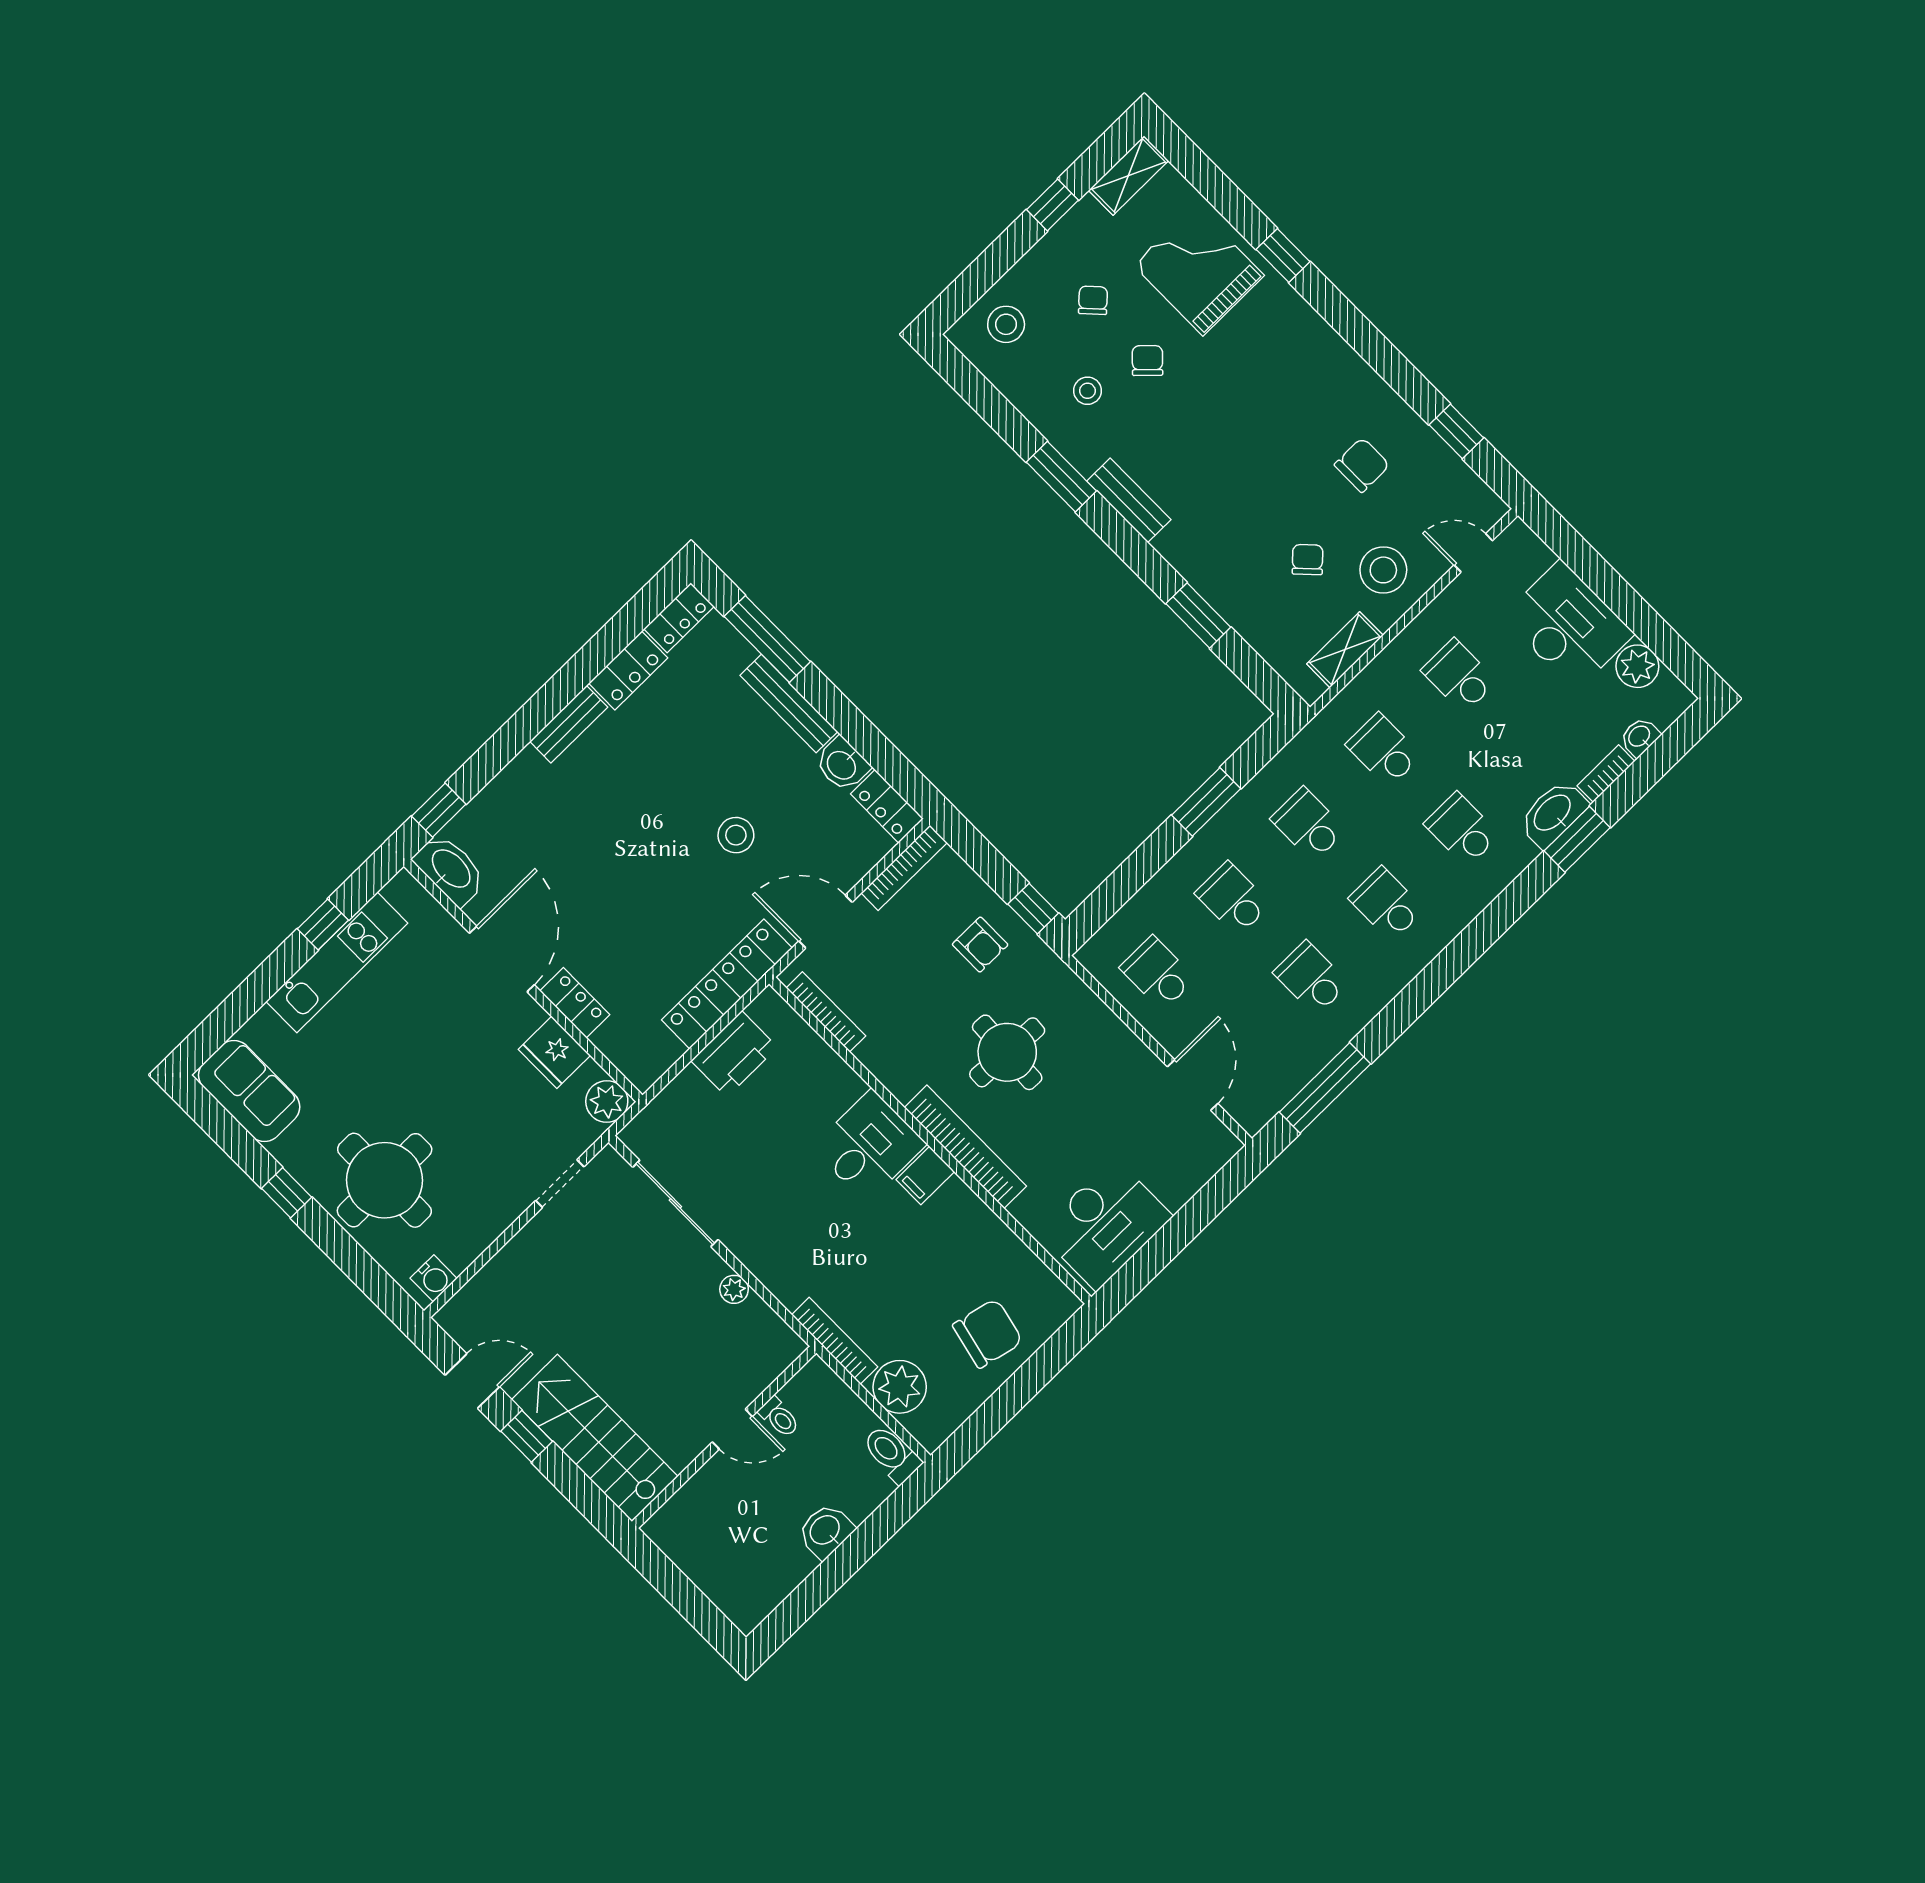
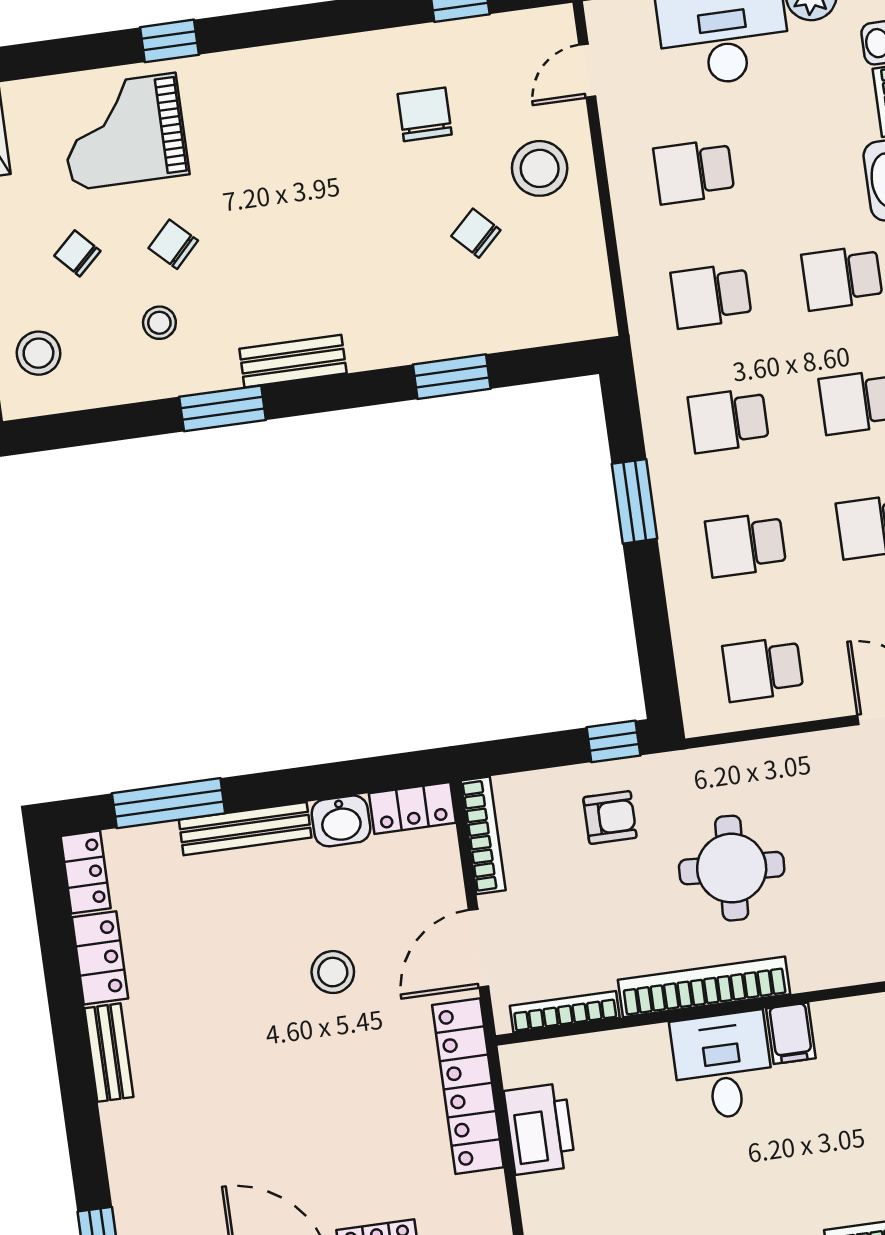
shelving: (1345, 650) -> (588, 261), removed
bookcase: (965, 1147) -> (704, 987), moved

